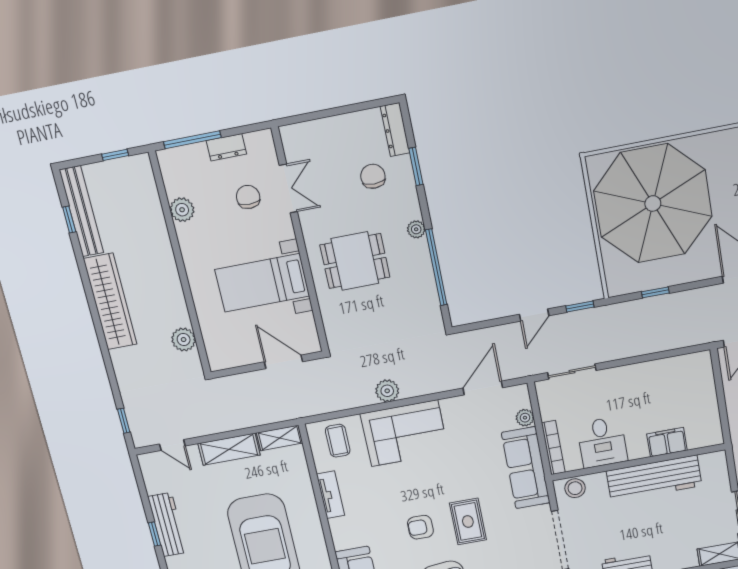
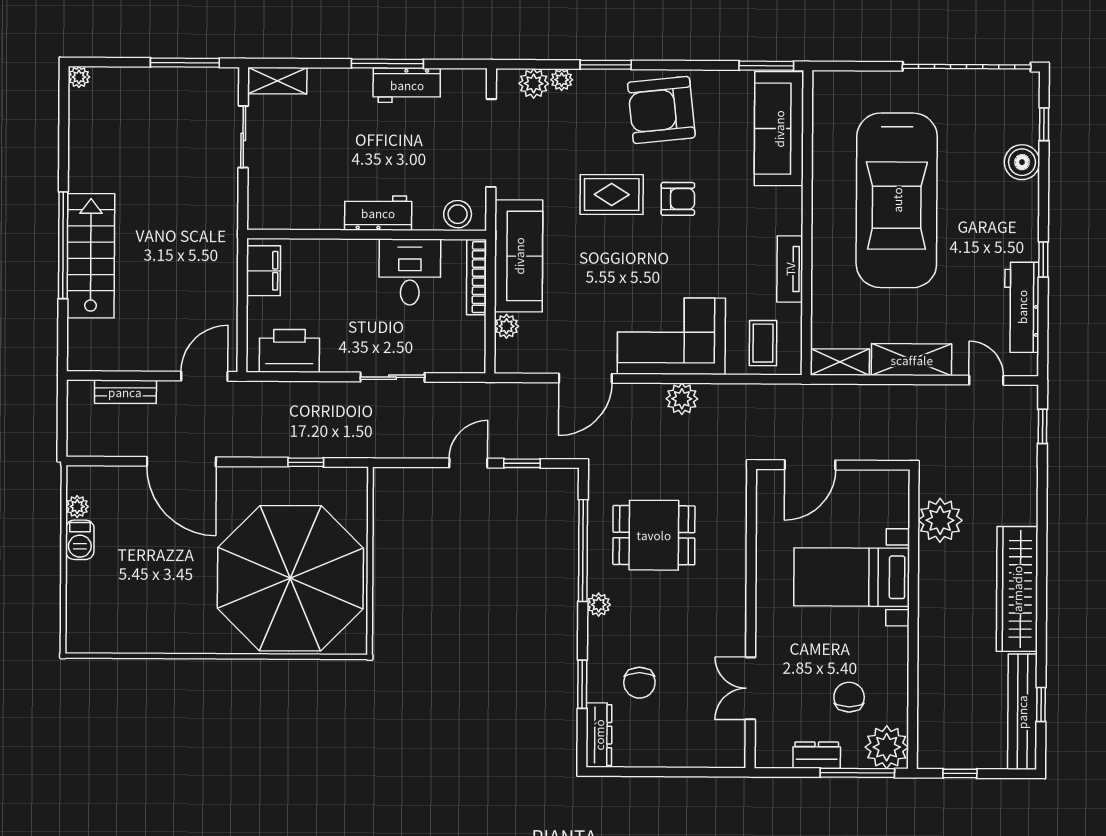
chair: (248, 197) -> (849, 697), moved, turned 180
plant: (182, 210) -> (887, 747), moved, width x1.36, depth x1.36
dining table: (355, 261) -> (654, 535), moved
bed with nightstands: (262, 283) -> (852, 577), moved, turned 180
window: (580, 306) -> (522, 463), moved
plant: (184, 340) -> (940, 520), width x1.36, depth x1.36
door: (283, 362) -> (810, 465), hinge flipped
printer: (681, 370) -> (289, 351), added
sliding door: (572, 372) -> (392, 377), moved
door: (483, 388) -> (585, 378), moved
filing cabinet: (667, 442) -> (263, 271), moved, turned -90
workbench: (654, 478) -> (378, 213), width x0.53, depth x0.76
rug: (468, 521) -> (612, 195), turned 90
workbench: (167, 525) -> (1022, 307), moved

